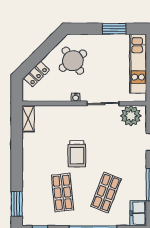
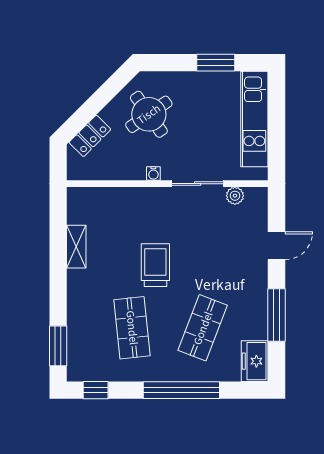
plant: (131, 116) -> (235, 196), width x0.53, depth x0.53
shelving: (28, 119) -> (76, 247), moved
trolley: (77, 154) -> (155, 265), turned 180

